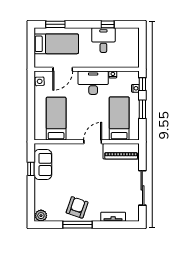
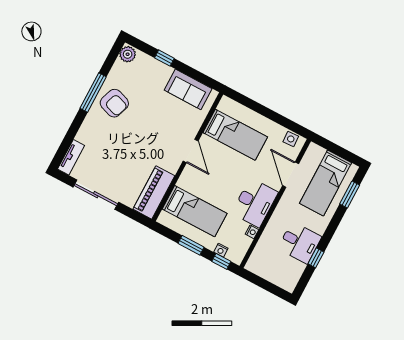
door: (93, 142) -> (191, 151), moved
window: (31, 169) -> (164, 58), moved
tv unit: (113, 217) -> (71, 157), moved

